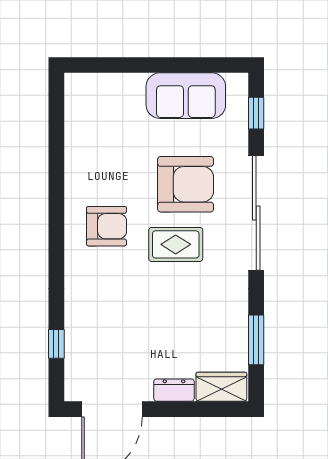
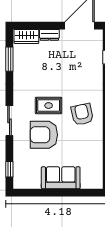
sofa: (186, 96) -> (61, 178), moved
sliding door: (256, 213) -> (9, 121), width x0.54
armchair: (106, 226) -> (82, 114), turned 78

